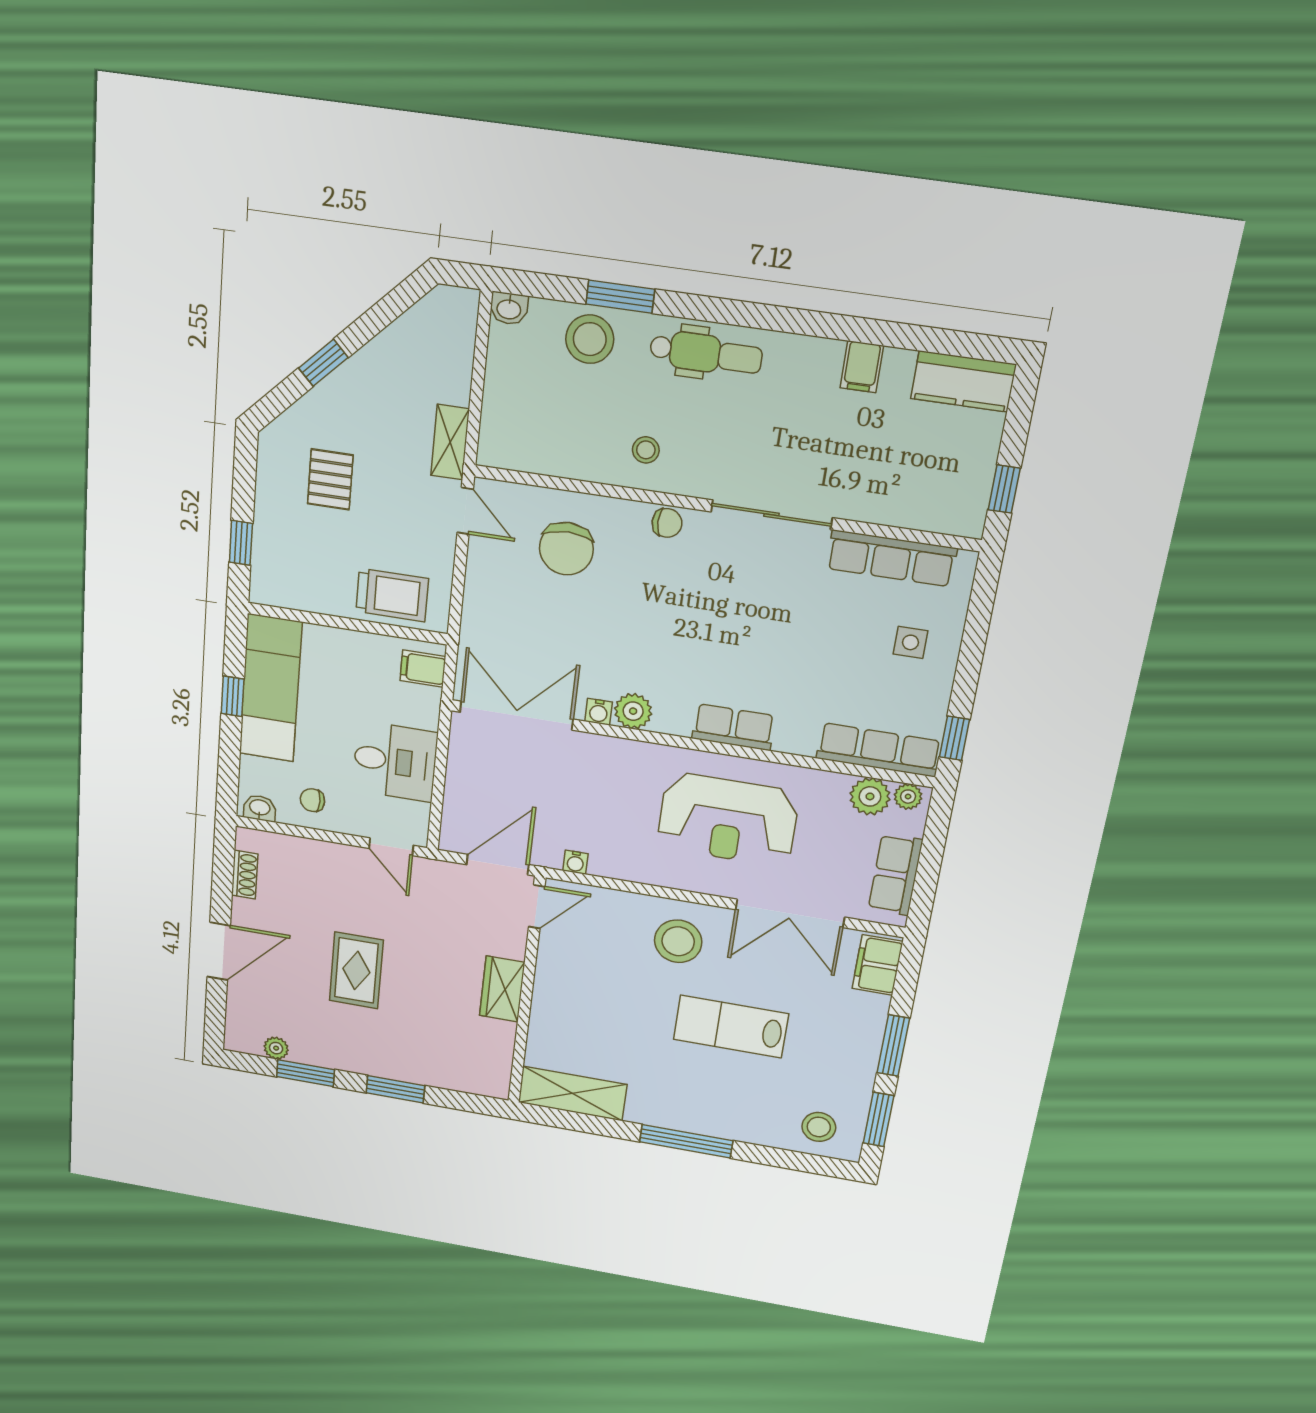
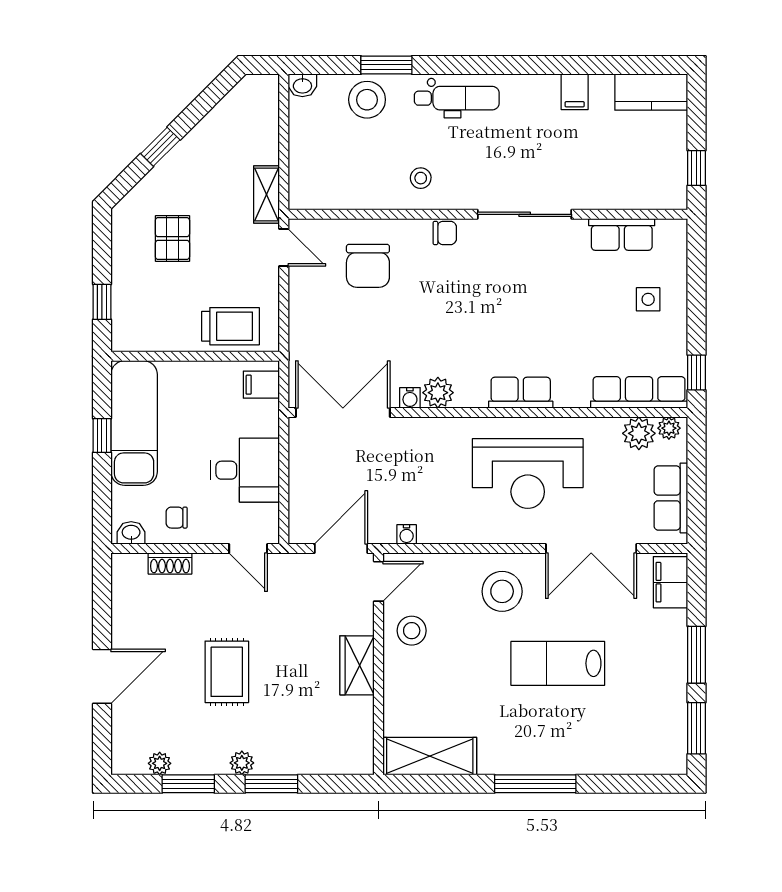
row of seats: (891, 558) -> (622, 234), width x0.68
shoe rack: (245, 875) -> (170, 564), moved, turned 90
plant: (365, 1063) -> (242, 763), added
stool: (819, 1127) -> (412, 631), moved

